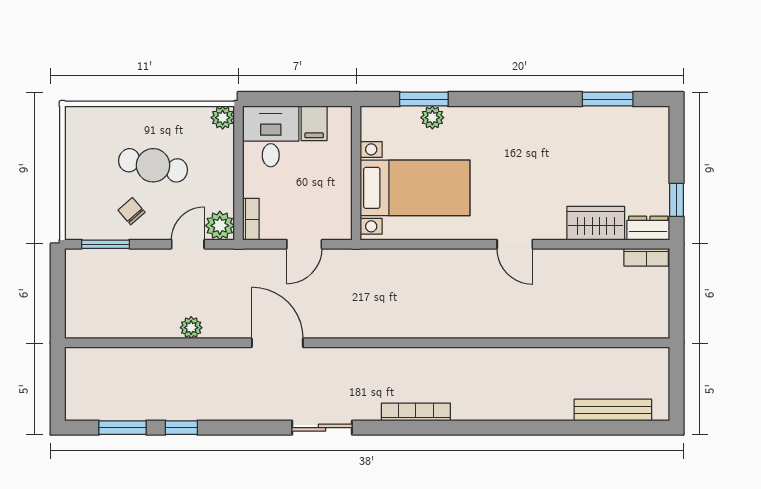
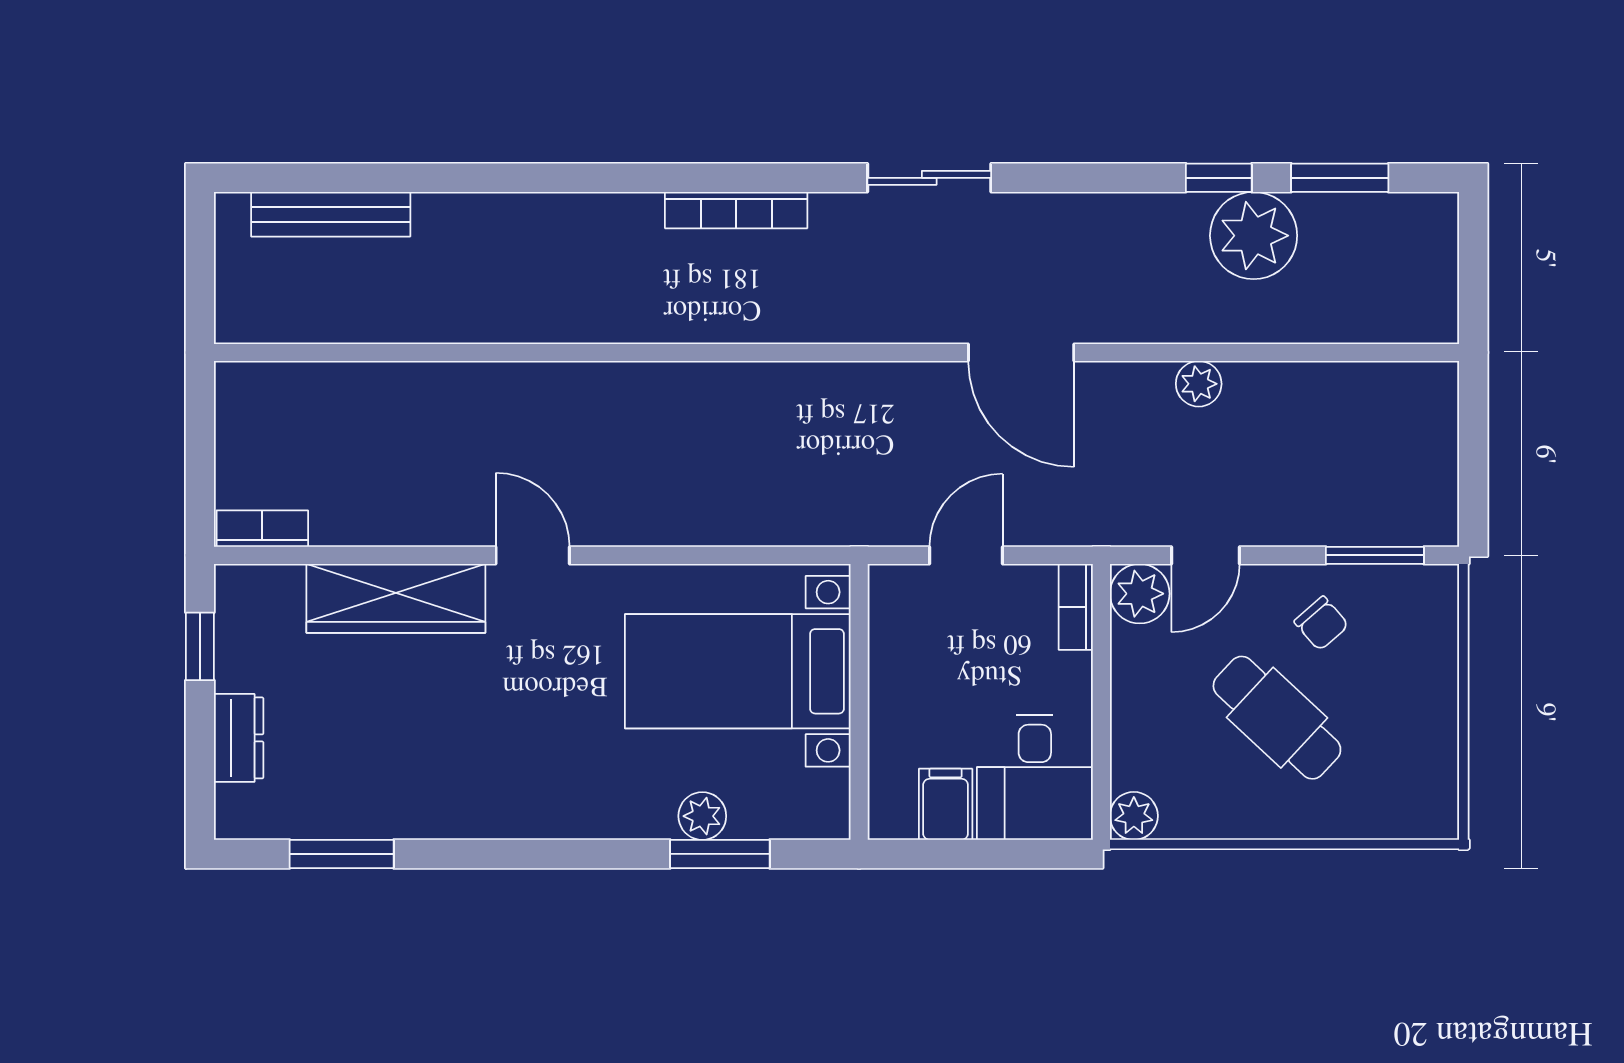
cafe table: (153, 165) -> (1277, 718), turned 31
wardrobe: (596, 223) -> (396, 598), width x1.50
dresser: (648, 228) -> (239, 738), moved, turned -90
plant: (164, 400) -> (1254, 236), added

